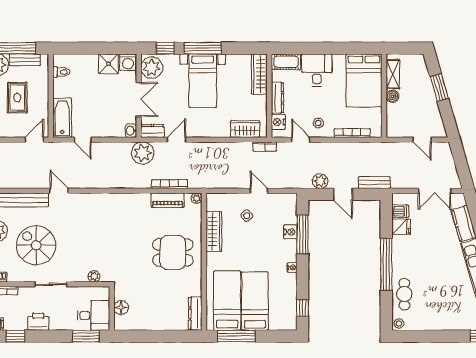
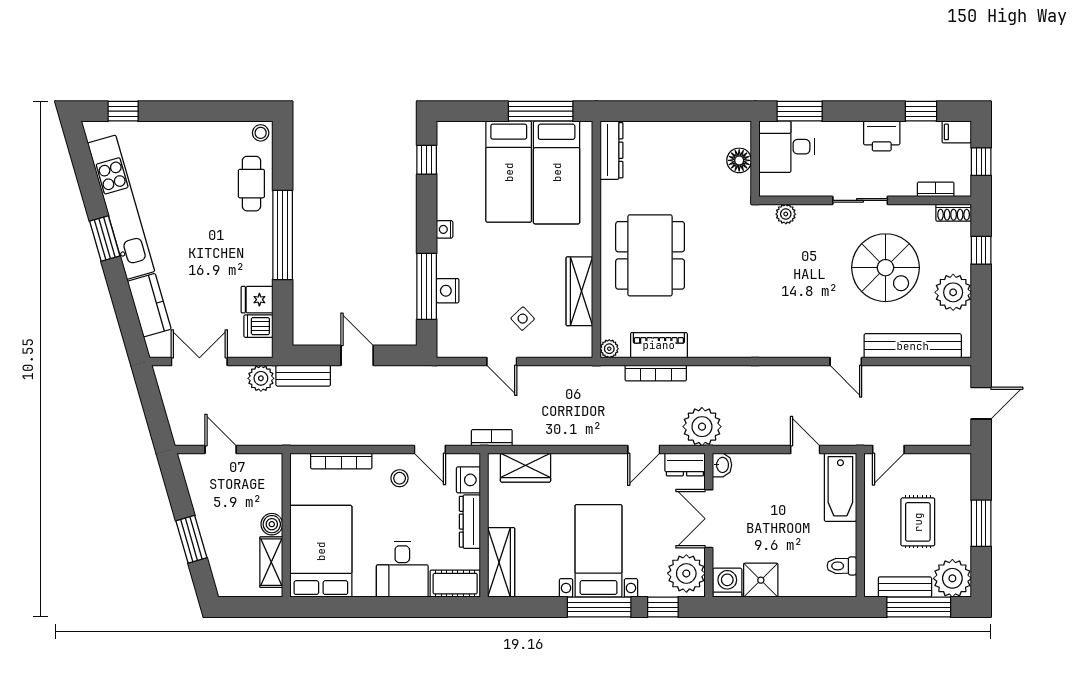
plant: (320, 181) -> (261, 378), moved
dining table: (173, 252) -> (650, 255), width x1.38

